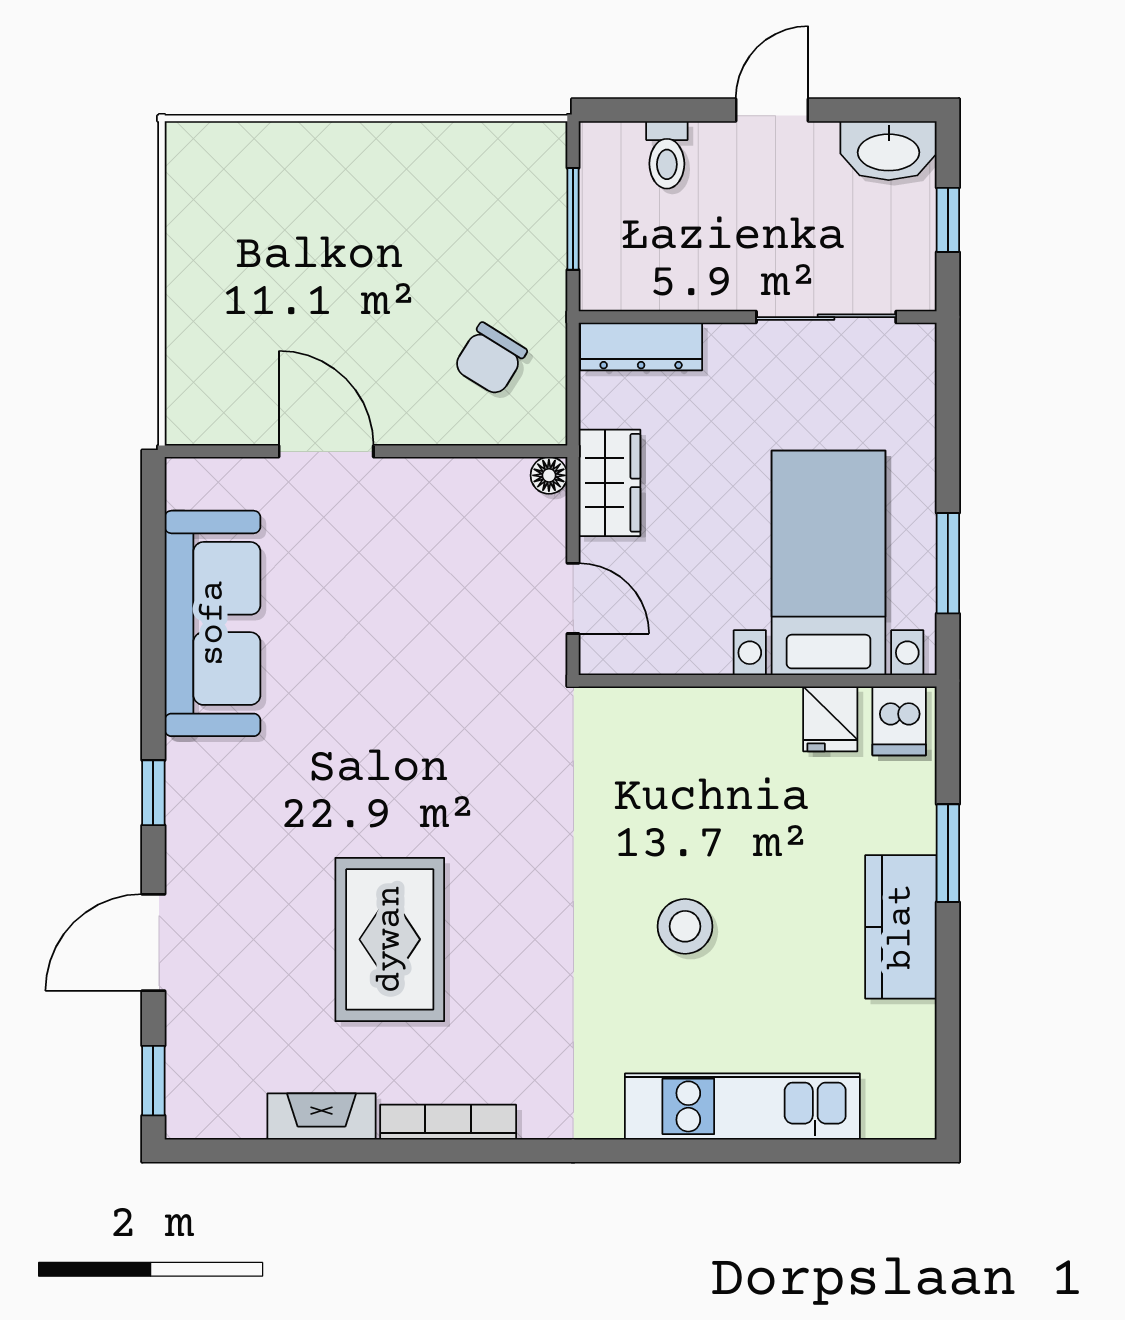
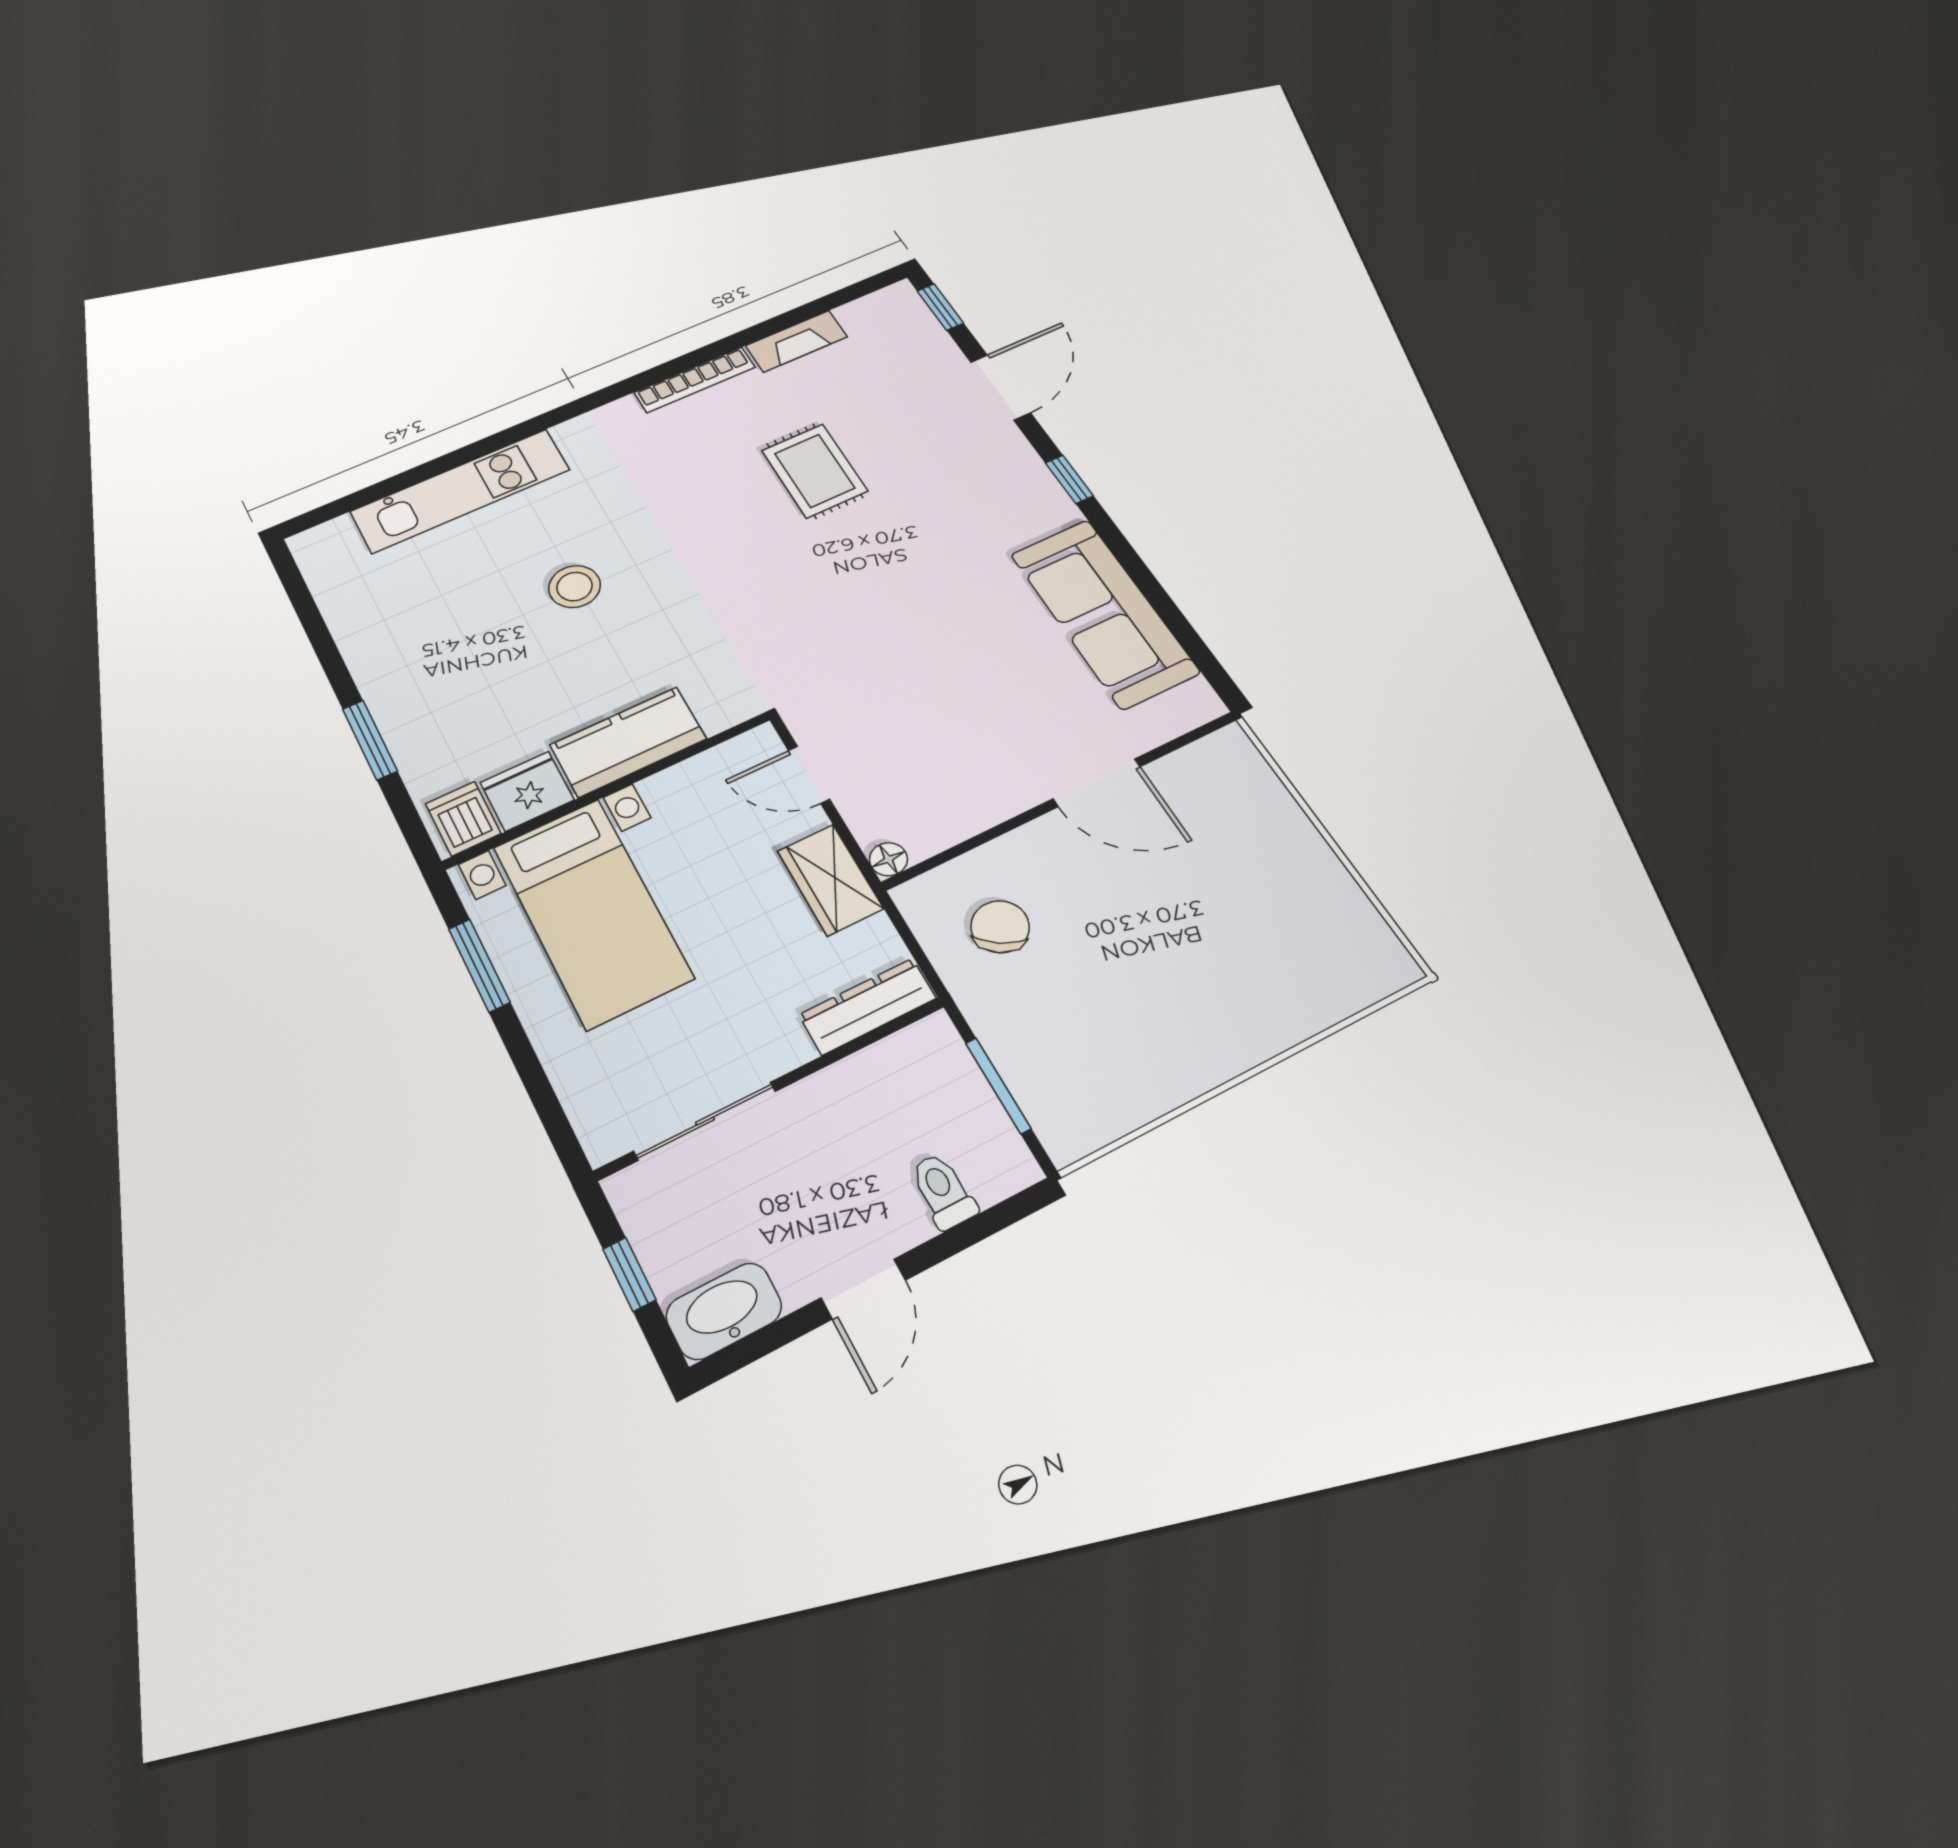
fridge: (830, 719) -> (527, 791), width x1.38
kitchen counter: (901, 927) -> (628, 742), moved, turned -90
rug: (390, 939) -> (815, 471), width x0.73, depth x0.70

